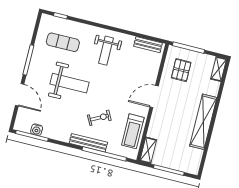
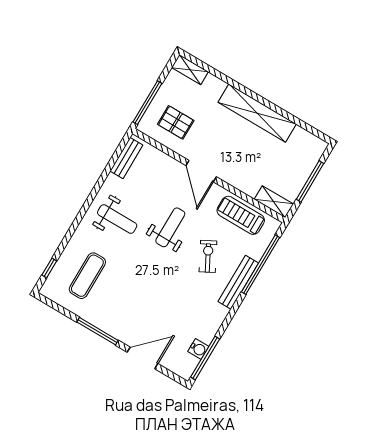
weight bench: (70, 83) -> (170, 227), moved, width x0.73, depth x0.75
treadmill: (133, 131) -> (241, 215), turned 180

